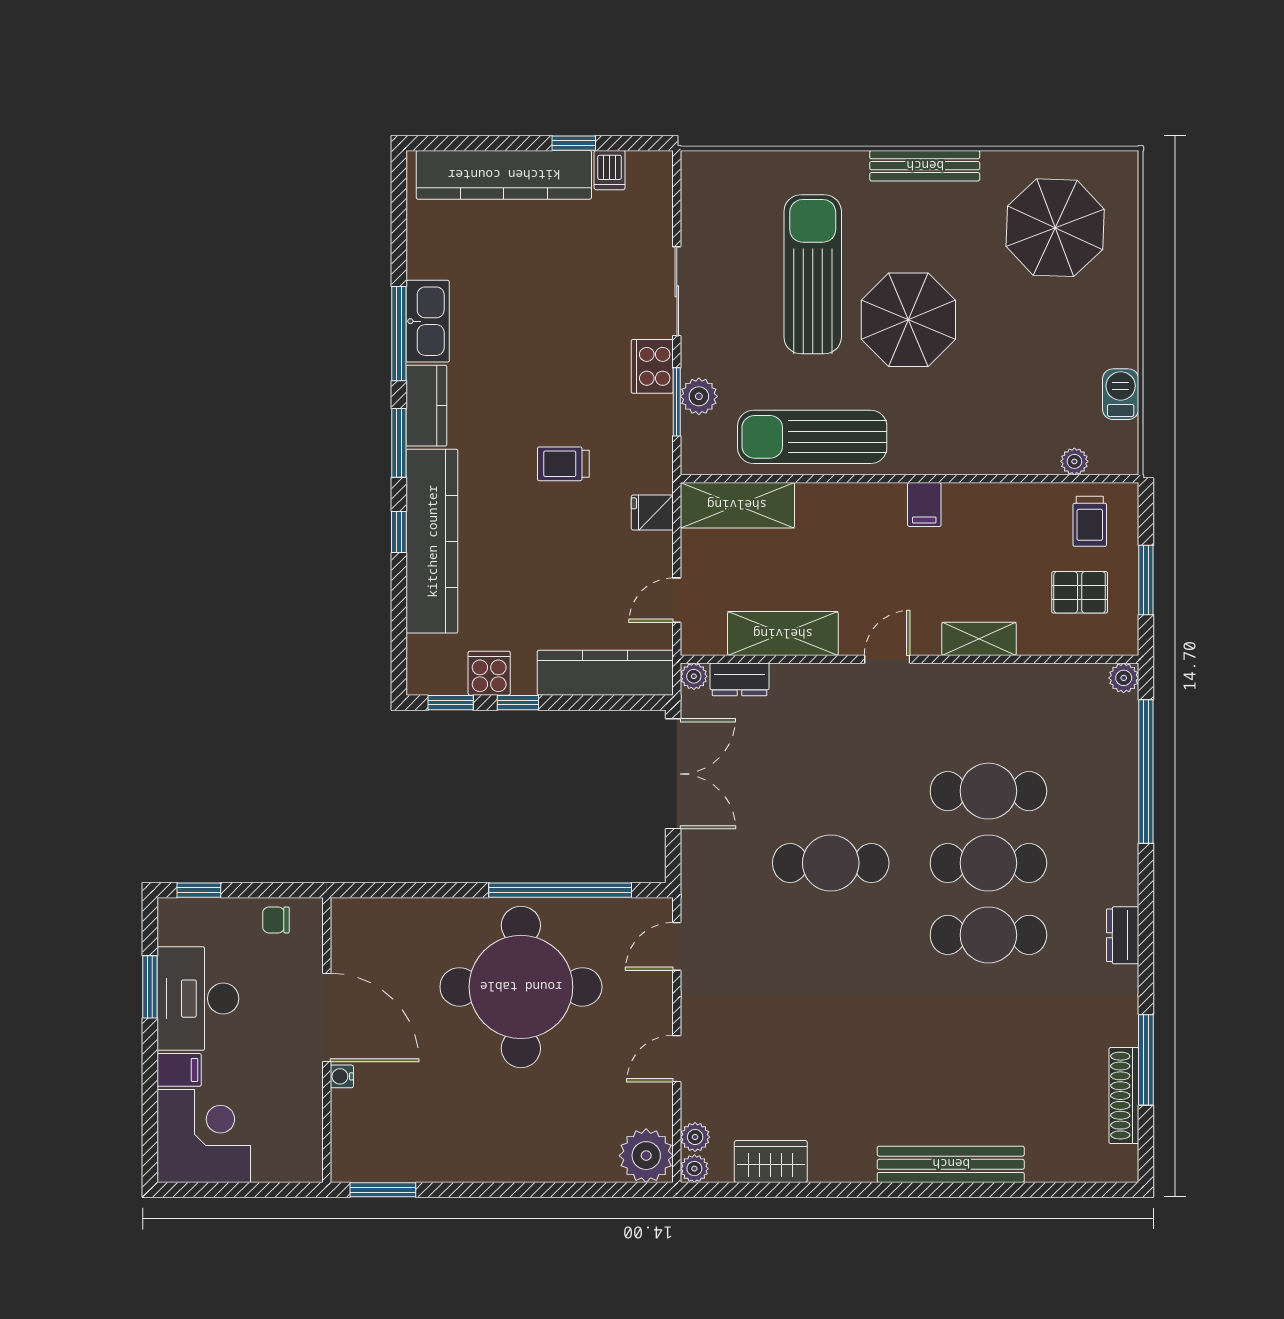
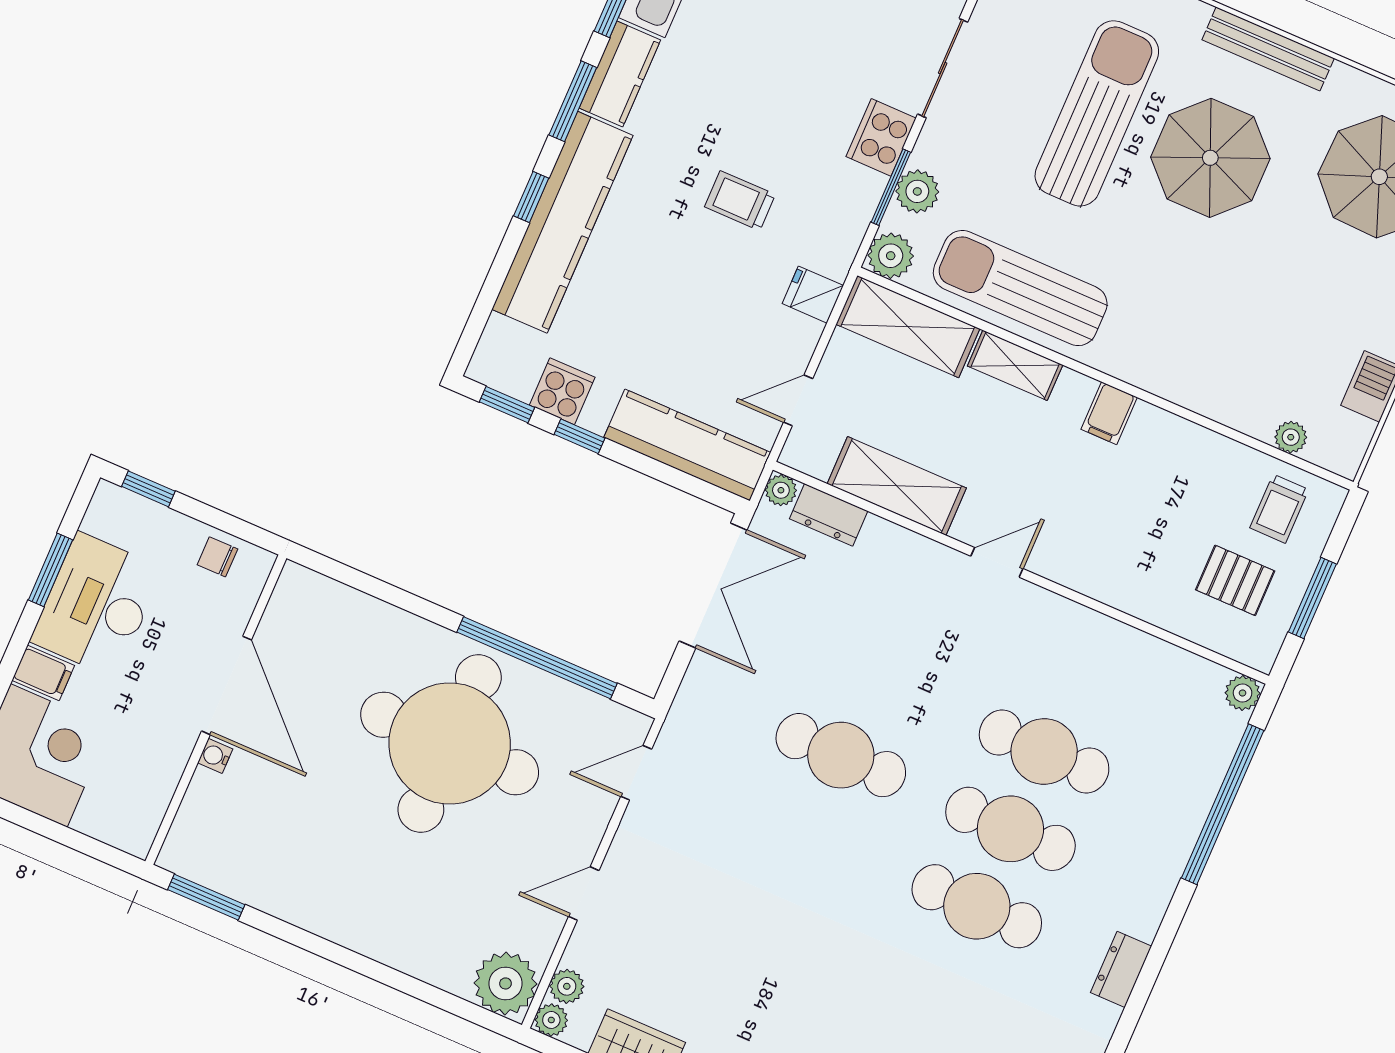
parasol: (908, 320) -> (1210, 158), moved
plant: (700, 456) -> (891, 256), added
shelving: (979, 639) -> (1015, 365), moved

